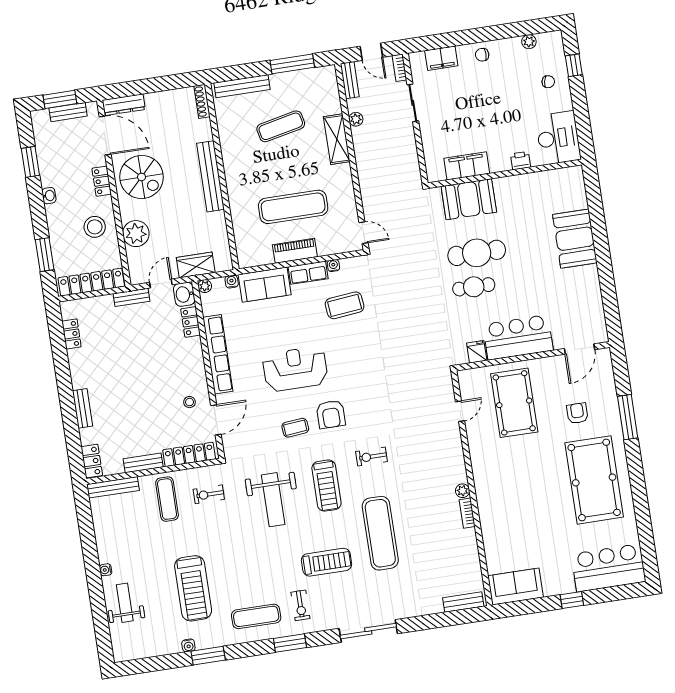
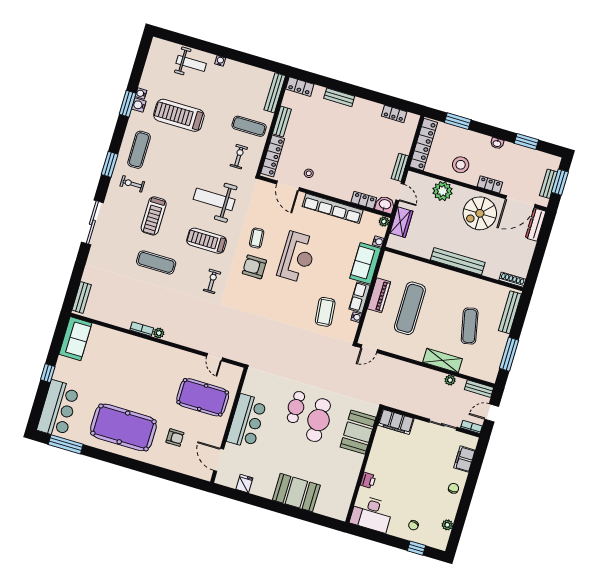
filing cabinet: (467, 166) -> (396, 422), moved, turned 90
fridge: (477, 352) -> (244, 484), moved, turned -90
window: (628, 417) -> (66, 444), moved
exercise mat: (380, 533) -> (156, 262), width x0.73, depth x0.69
water cooler: (203, 642) -> (139, 105), added

